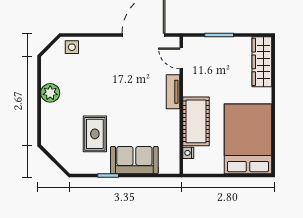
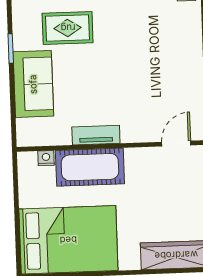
tv unit: (173, 92) -> (96, 135), moved

